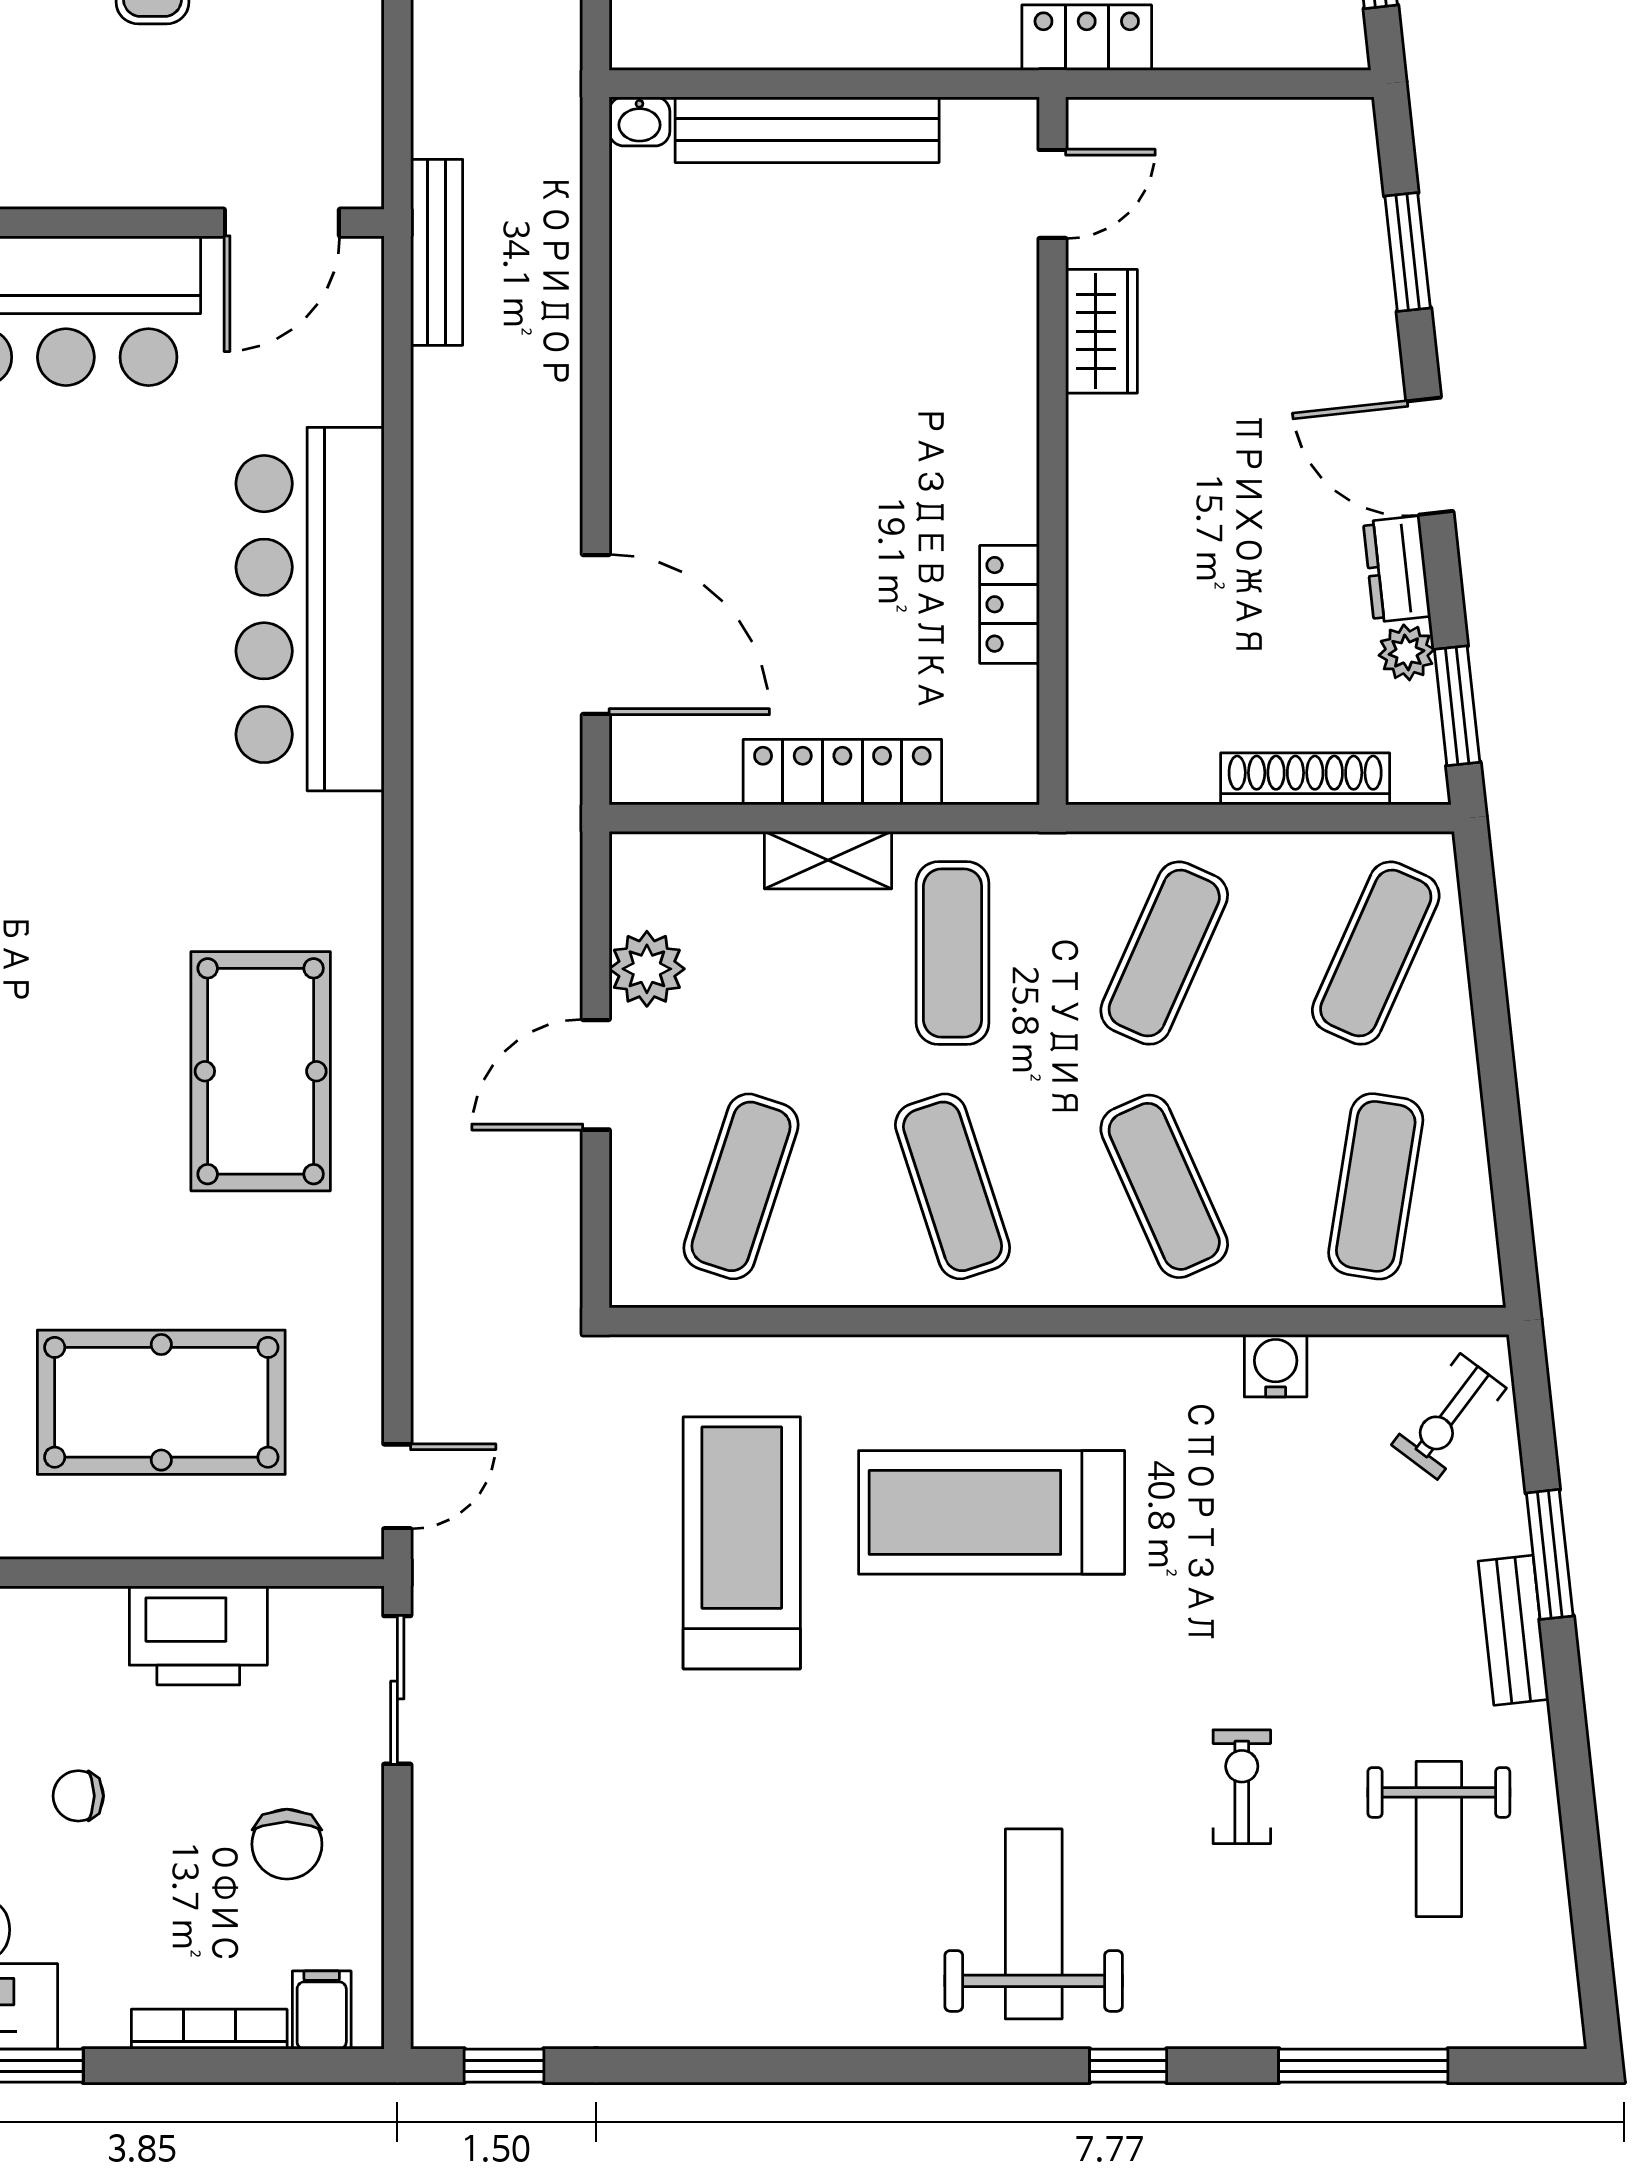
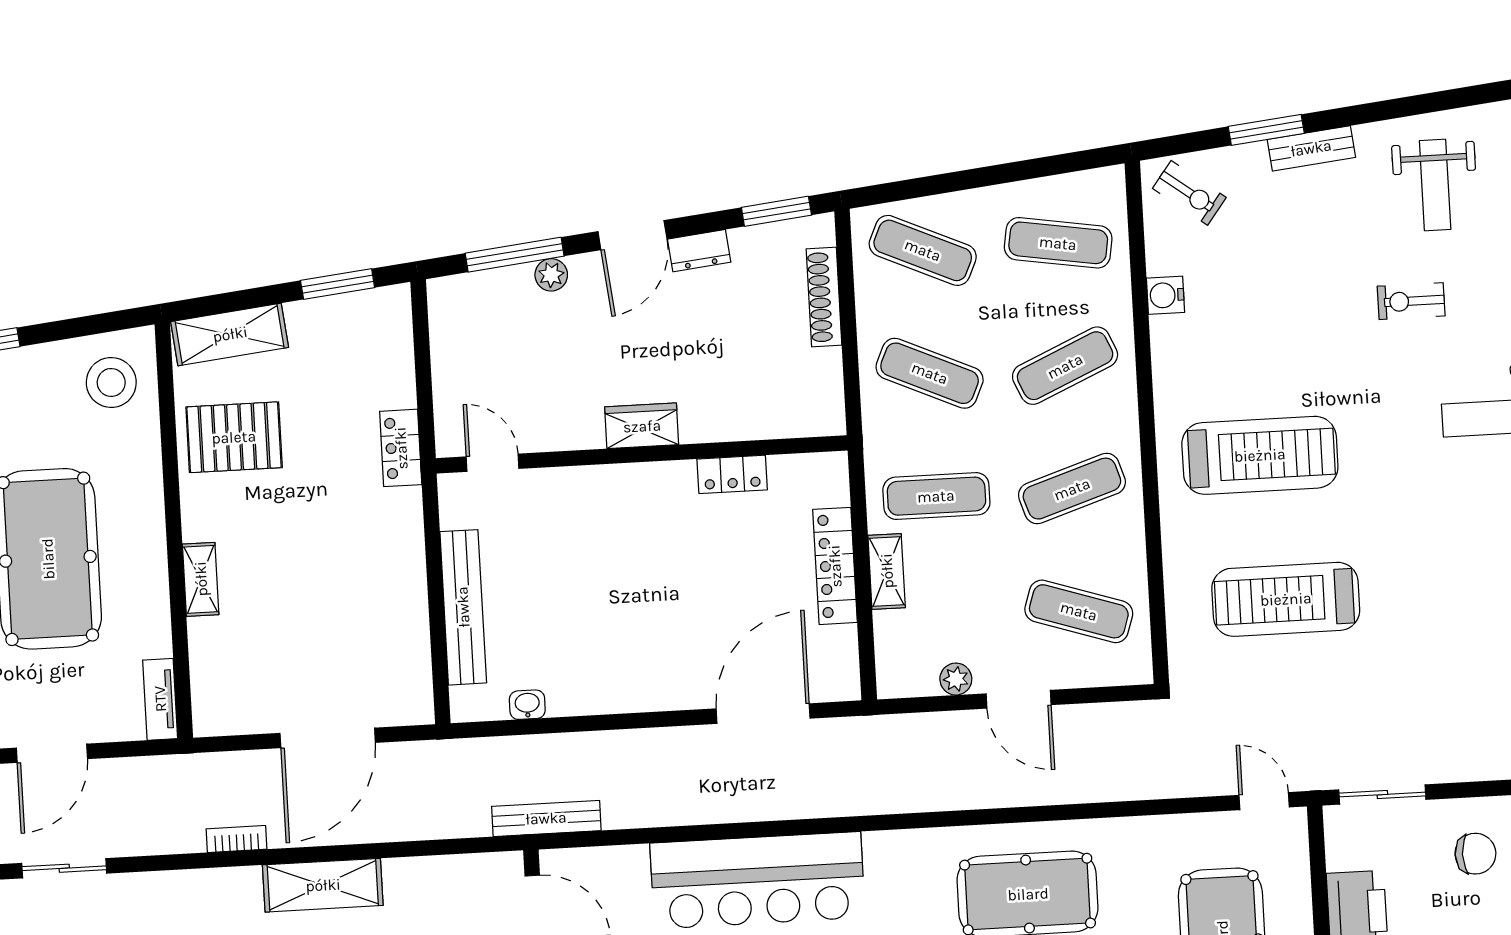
washbasin: (639, 121) -> (527, 705), moved, turned -90
window: (1408, 252) -> (515, 255), width x1.44
wardrobe: (1102, 331) -> (642, 426), moved
plant: (1407, 652) -> (551, 275), moved
plant: (647, 969) -> (956, 679), width x0.73, depth x0.73
treadmill: (992, 1512) -> (1260, 455), turned -90
weight bench: (1439, 1839) -> (1435, 185), turned 90

